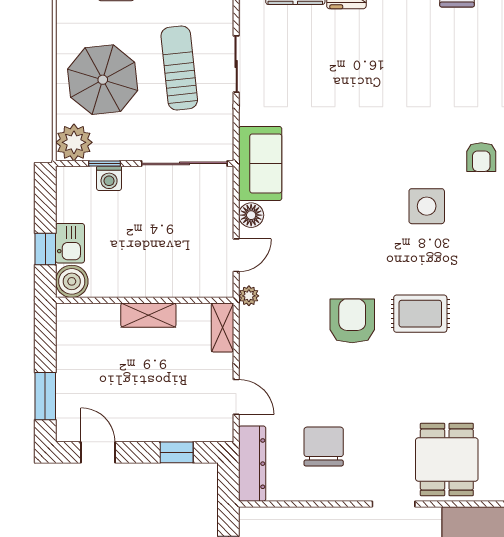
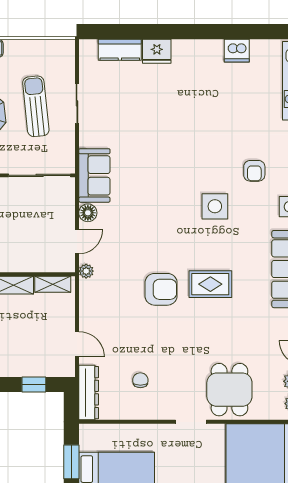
armchair: (352, 321) -> (161, 289), turned 90
shelving: (222, 327) -> (53, 284), moved, turned 90
chair: (324, 447) -> (140, 380), width x0.54, depth x0.54

